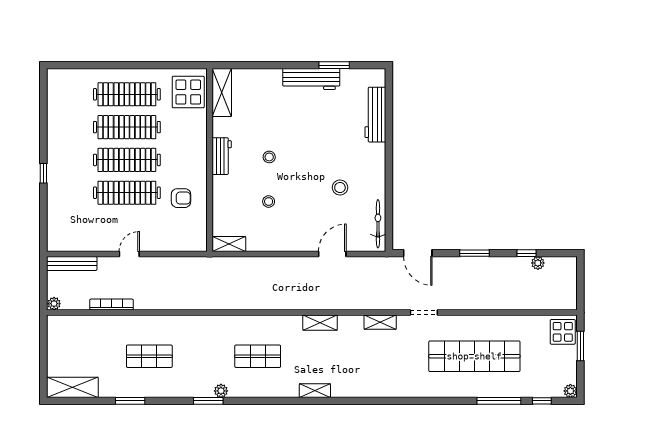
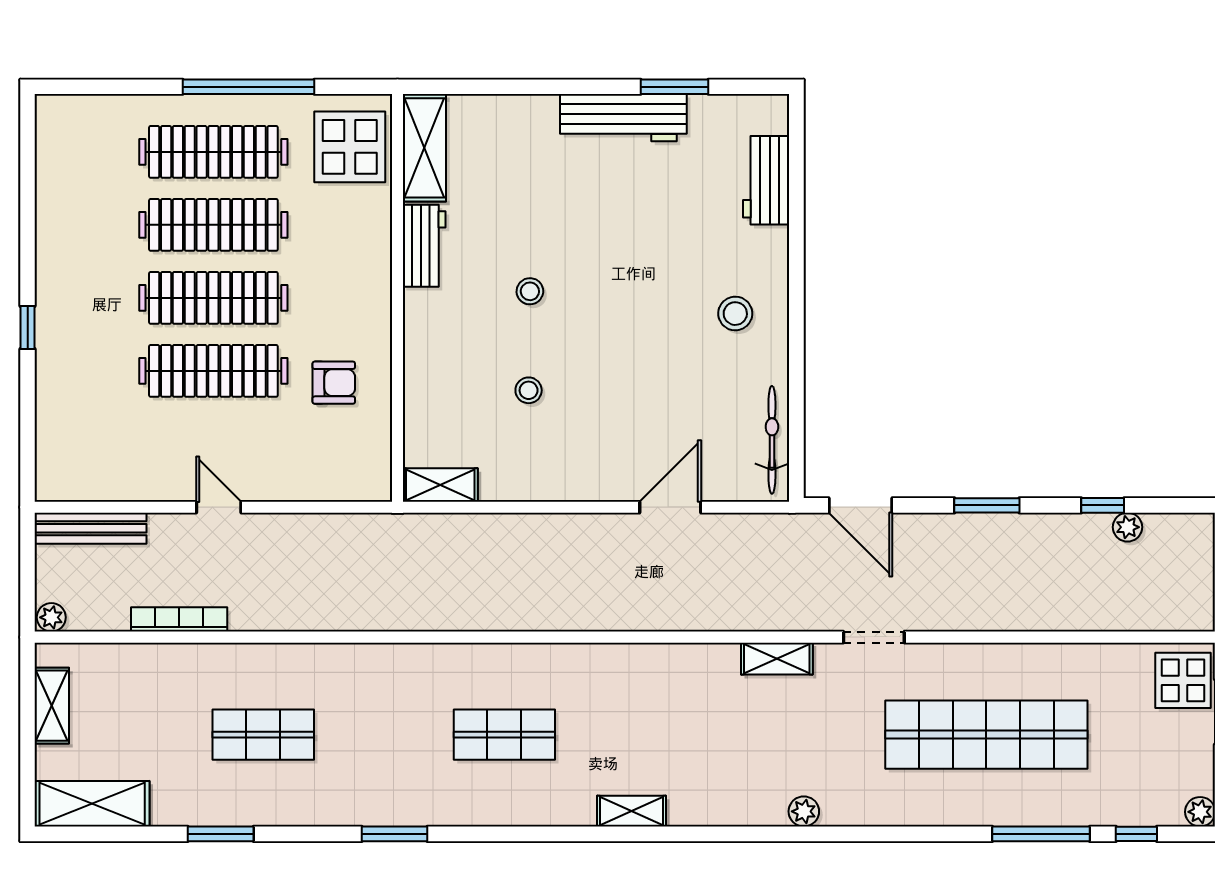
window: (143, 65) -> (248, 87), added
workbench: (375, 115) -> (766, 180), width x0.73
workbench: (222, 156) -> (424, 246), moved
stool: (340, 188) -> (735, 314), moved
door: (129, 254) -> (219, 507), hinge flipped
shelving: (320, 323) -> (52, 706), moved, turned 90
plant: (221, 391) -> (804, 811), moved

